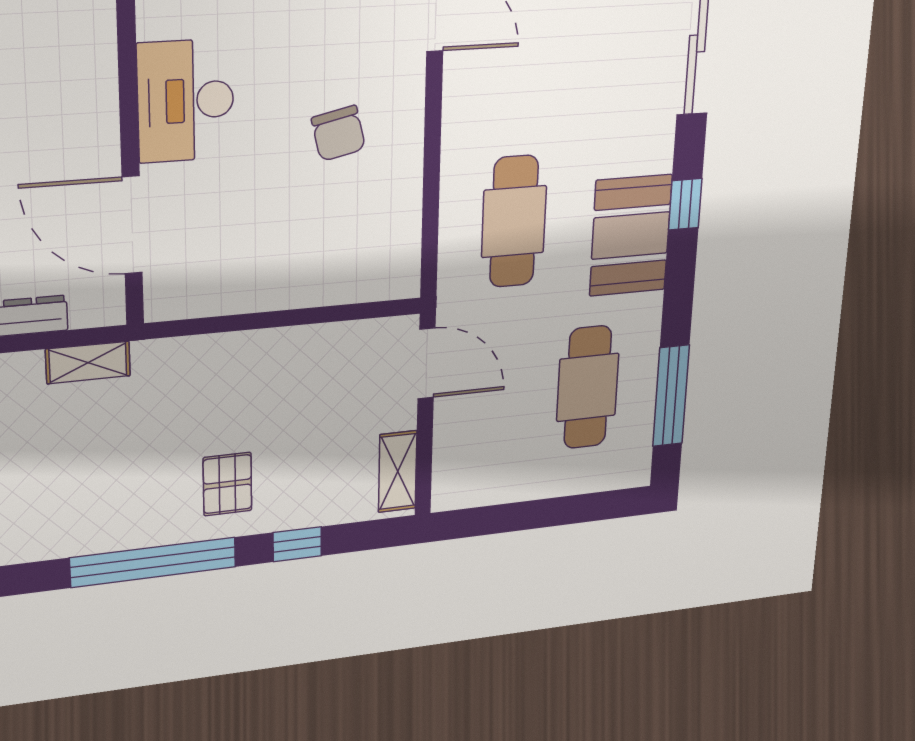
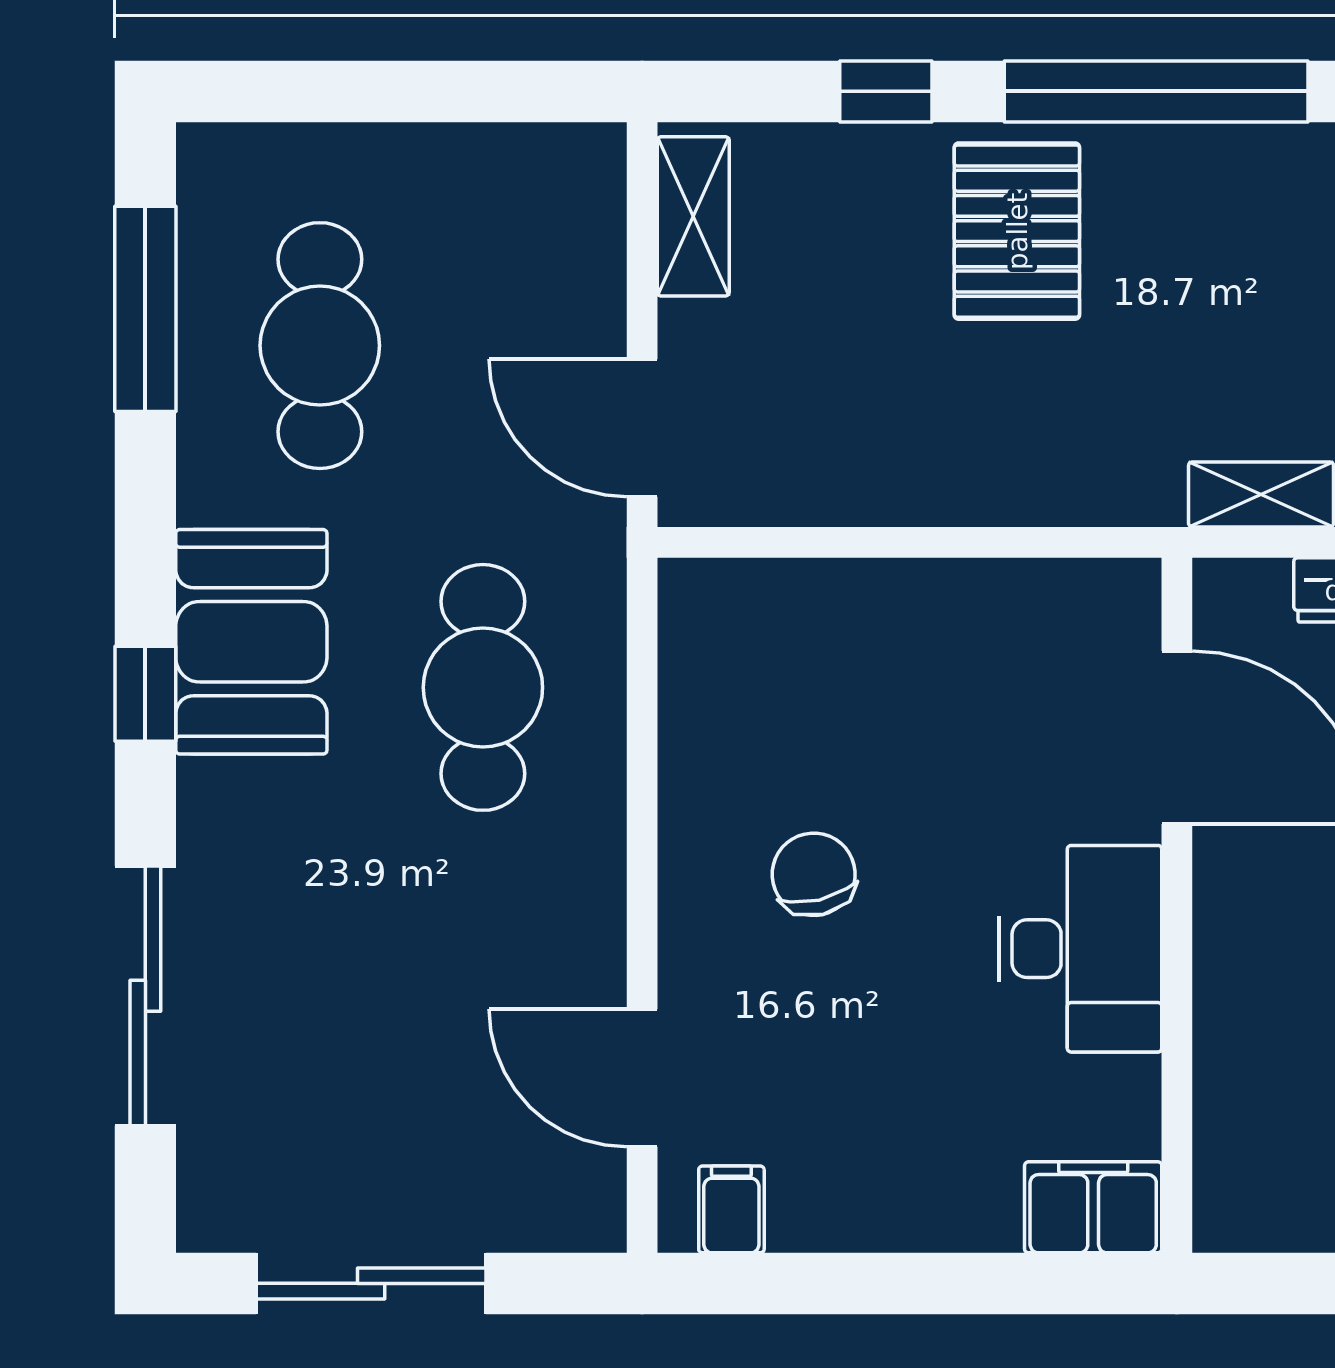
pallet: (227, 484) -> (1017, 231), width x1.50, depth x1.42

